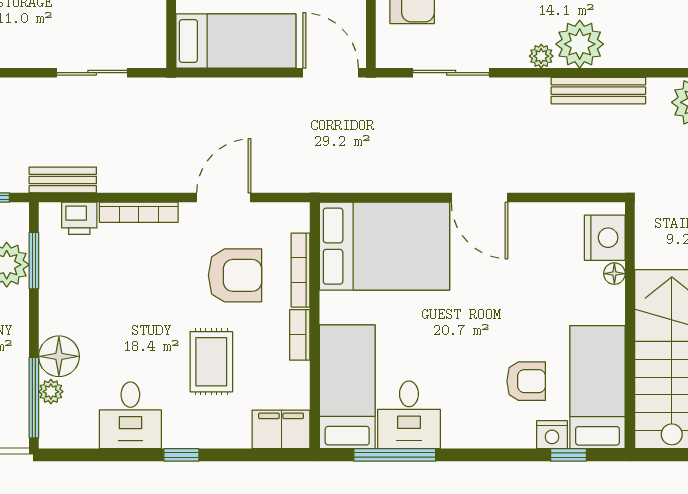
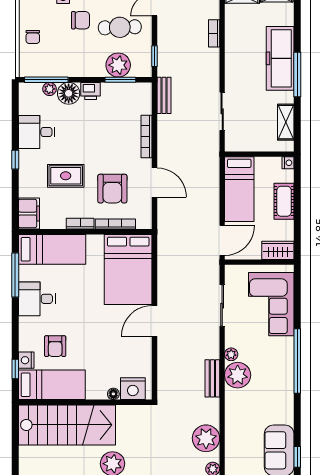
bench: (598, 91) -> (212, 378), width x0.73
printer: (79, 218) -> (91, 91), moved, turned -90
desk: (409, 415) -> (37, 299), moved

